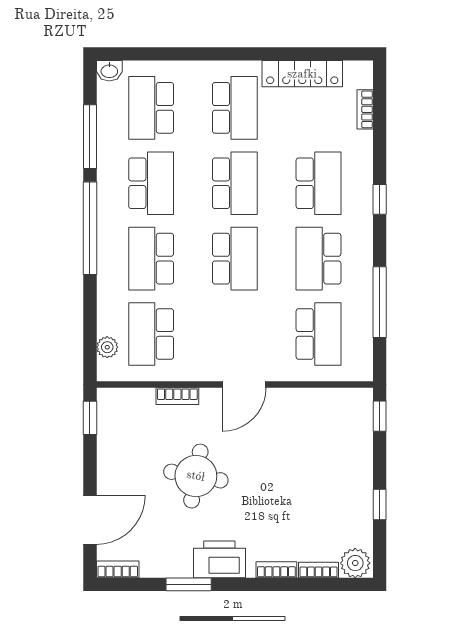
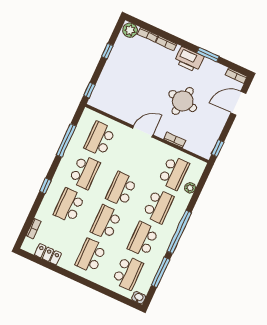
locker: (302, 74) -> (48, 254), width x0.66
plant: (107, 347) -> (190, 188), moved

